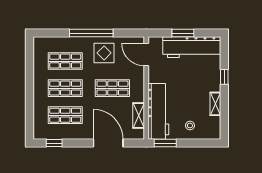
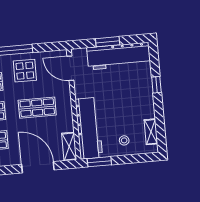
shelving: (215, 104) -> (151, 132), moved
shelving: (139, 115) -> (69, 146), moved

